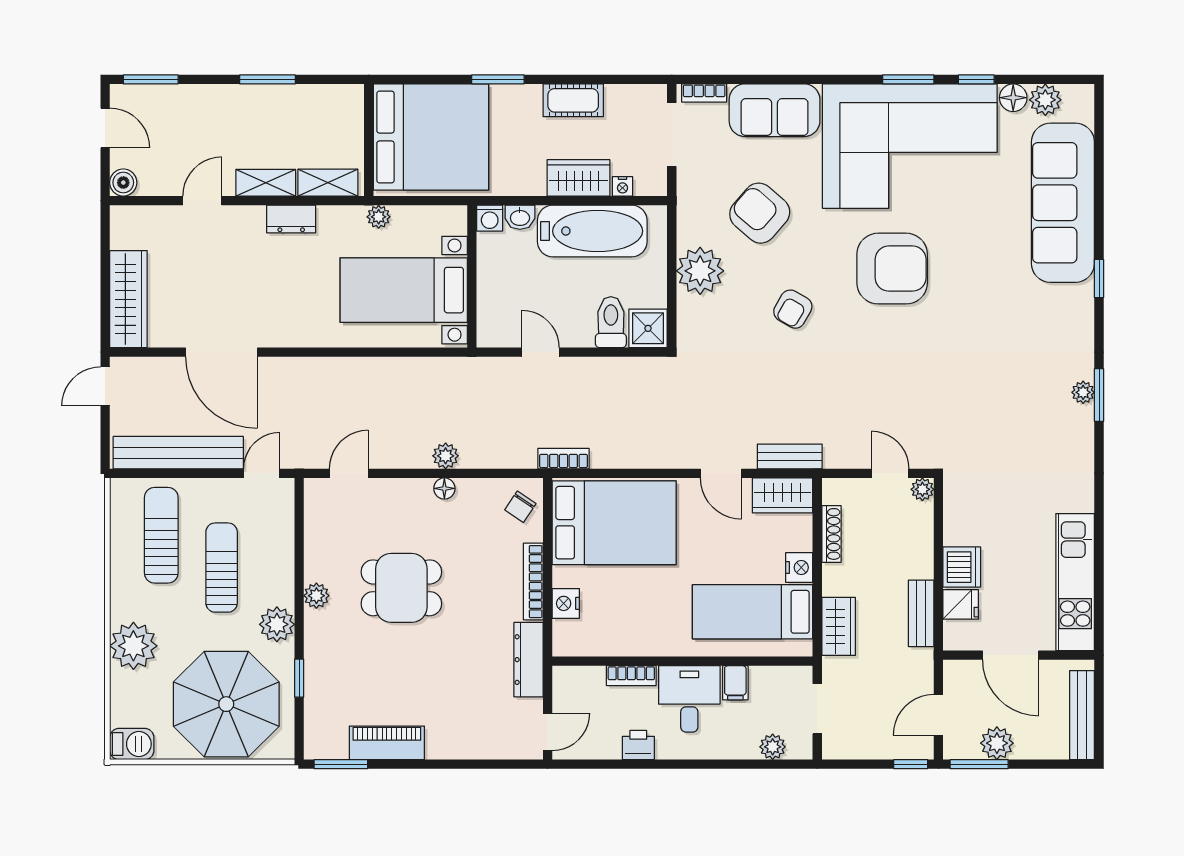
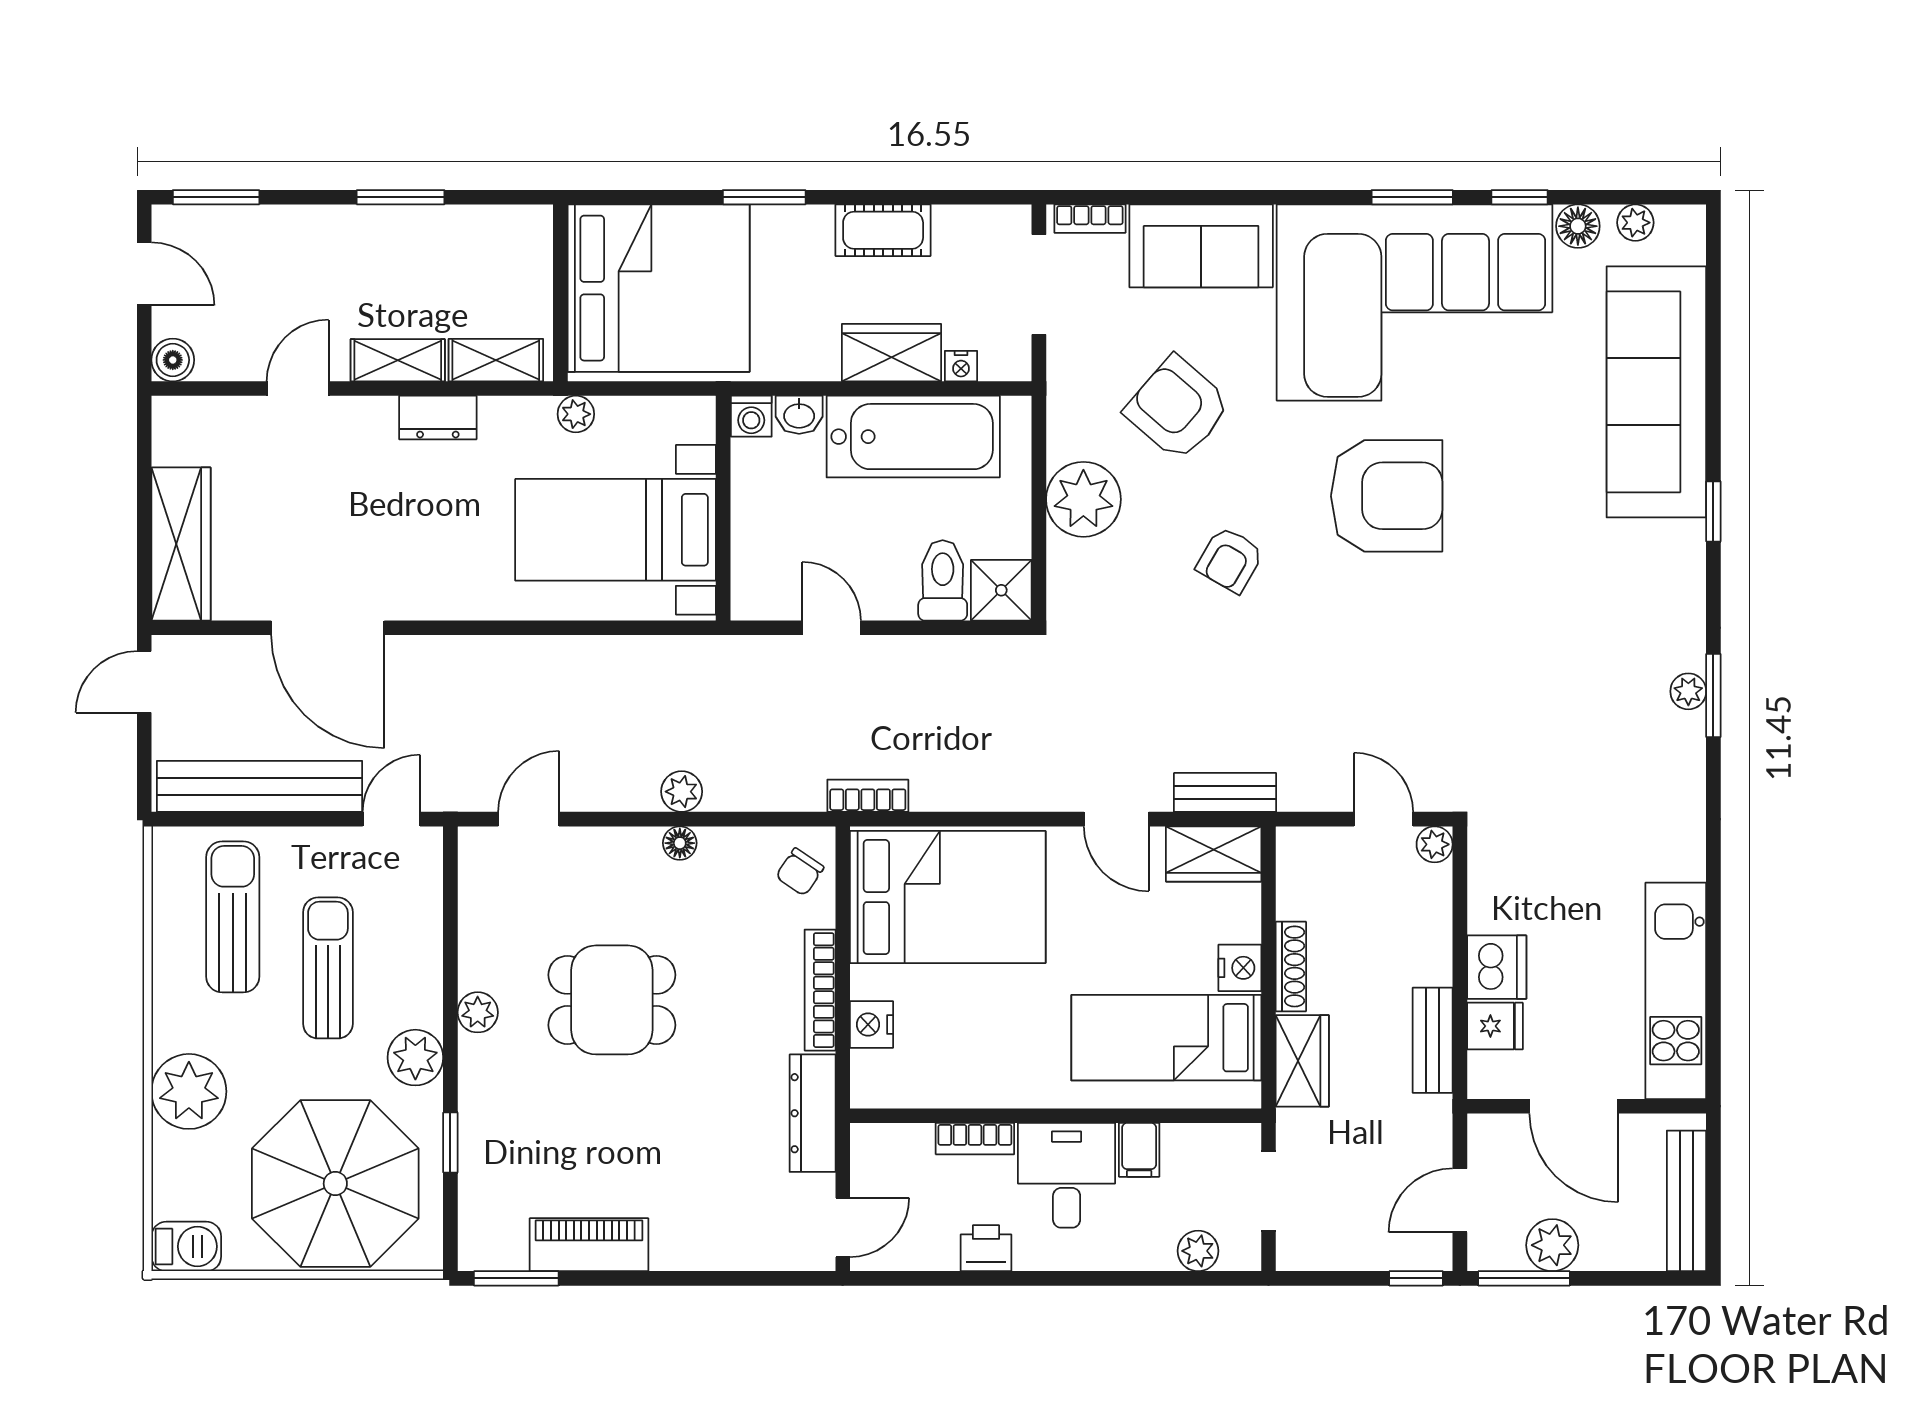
plant: (1045, 100) -> (1635, 223), width x0.73, depth x0.73
shoe rack: (831, 534) -> (1291, 966), moved

